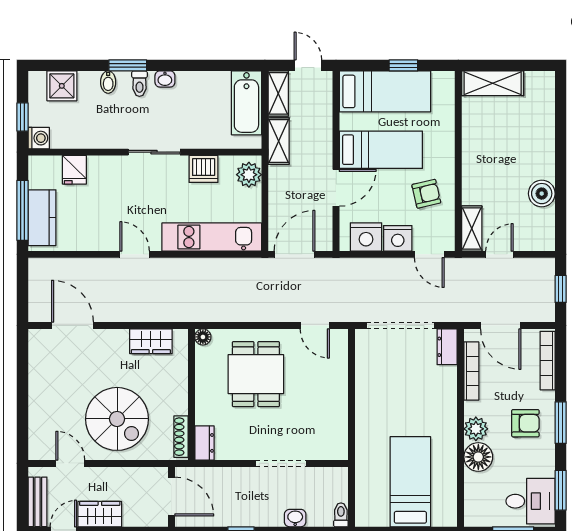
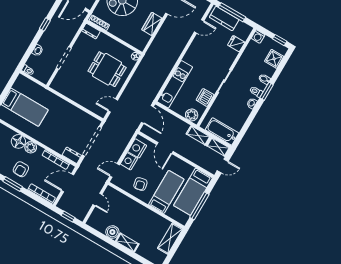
window: (403, 65) -> (199, 206), width x2.17
window: (22, 117) -> (280, 40), moved
bed: (381, 150) -> (166, 192), moved, turned 180
shelving: (472, 228) -> (127, 243), moved
door: (135, 254) -> (199, 26), moved
wardrobe: (151, 341) -> (152, 24), moved

